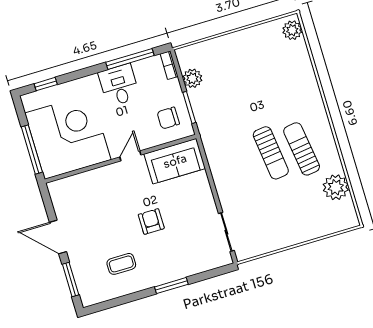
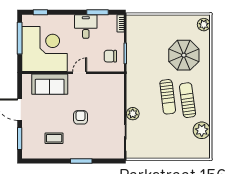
window: (130, 59) -> (97, 12), width x0.69
plant: (192, 78) -> (133, 114), moved
parasol: (276, 84) -> (184, 55), added
window: (32, 149) -> (20, 38), moved
sofa: (175, 161) -> (50, 84), moved

